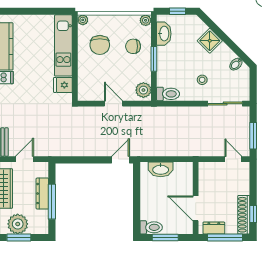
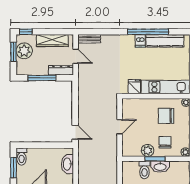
washbasin: (164, 34) -> (160, 167), moved
plant: (143, 90) -> (148, 150), moved
toilet: (168, 94) -> (144, 170), moved
dresser: (42, 194) -> (61, 70), moved

